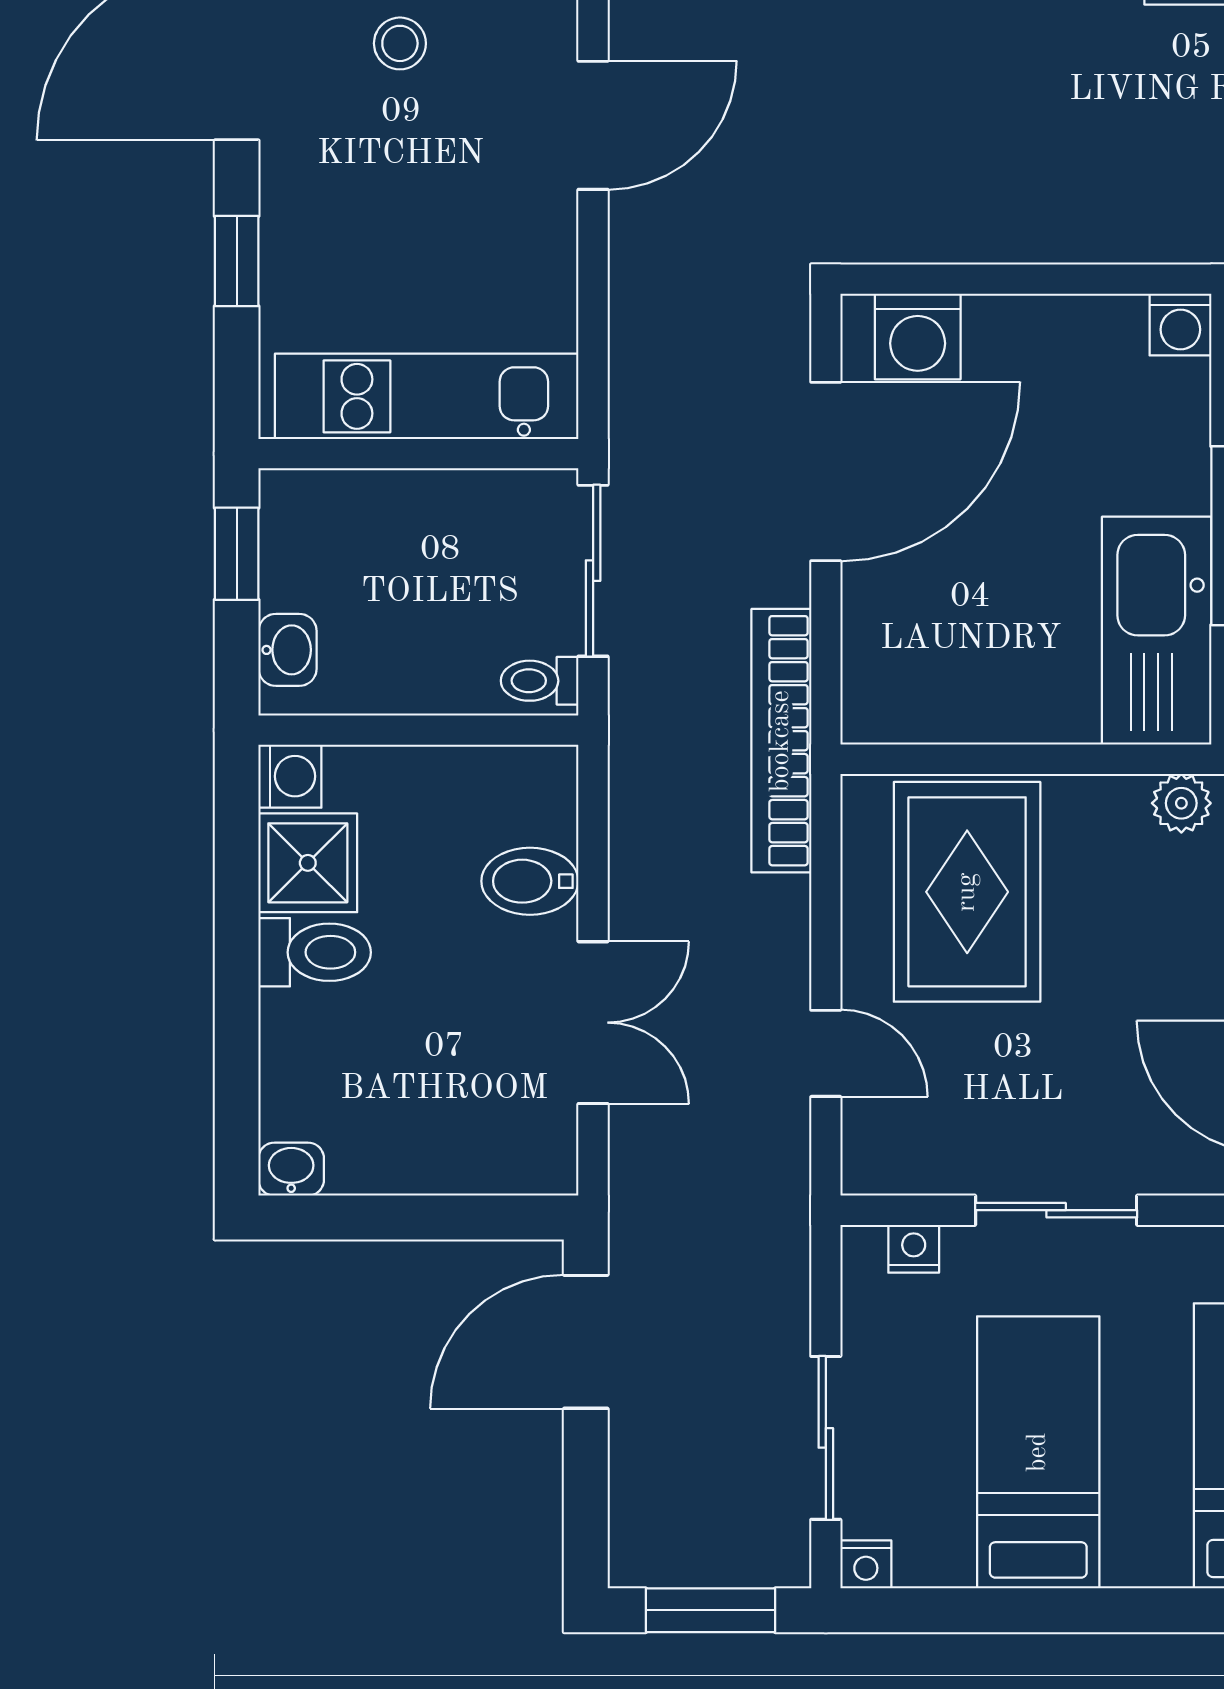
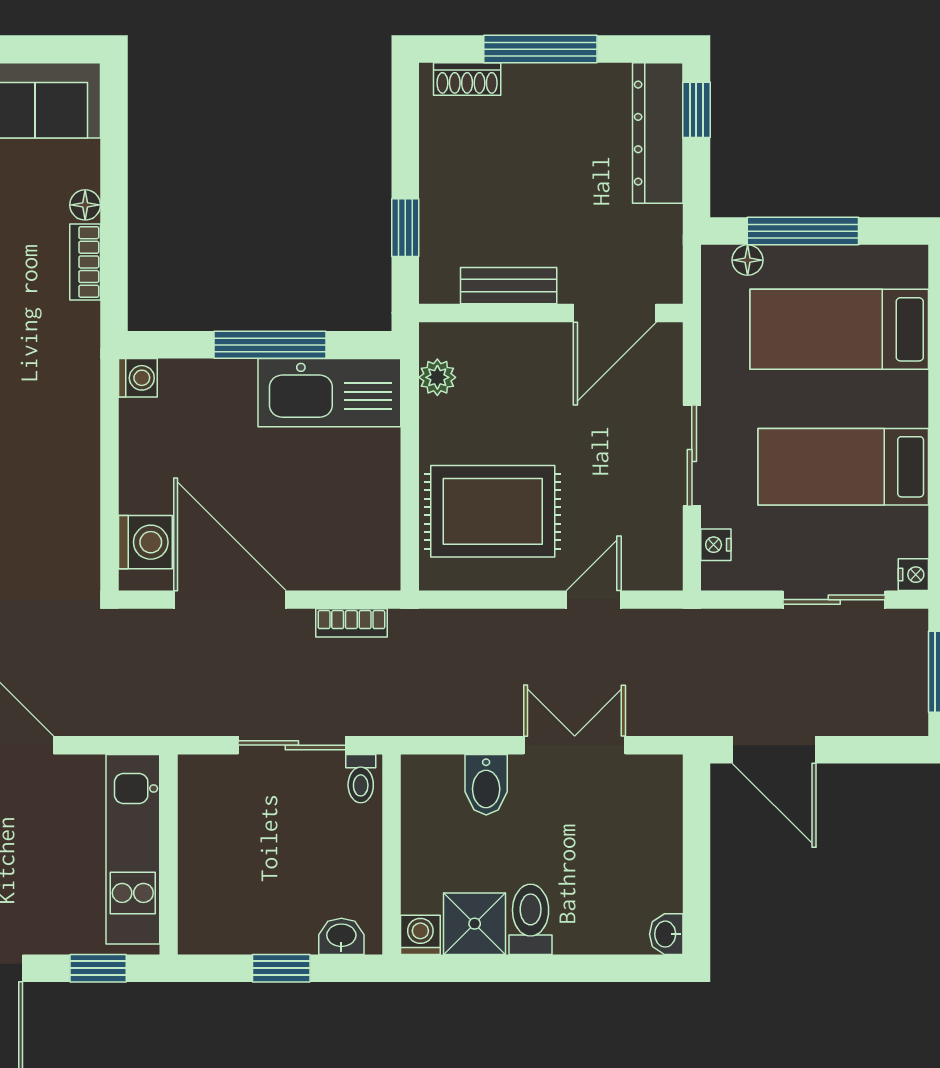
kitchen unit: (427, 396) -> (133, 849), moved
wall: (418, 454) -> (169, 854), moved
bookcase: (781, 741) -> (351, 623), width x0.43, depth x0.76

